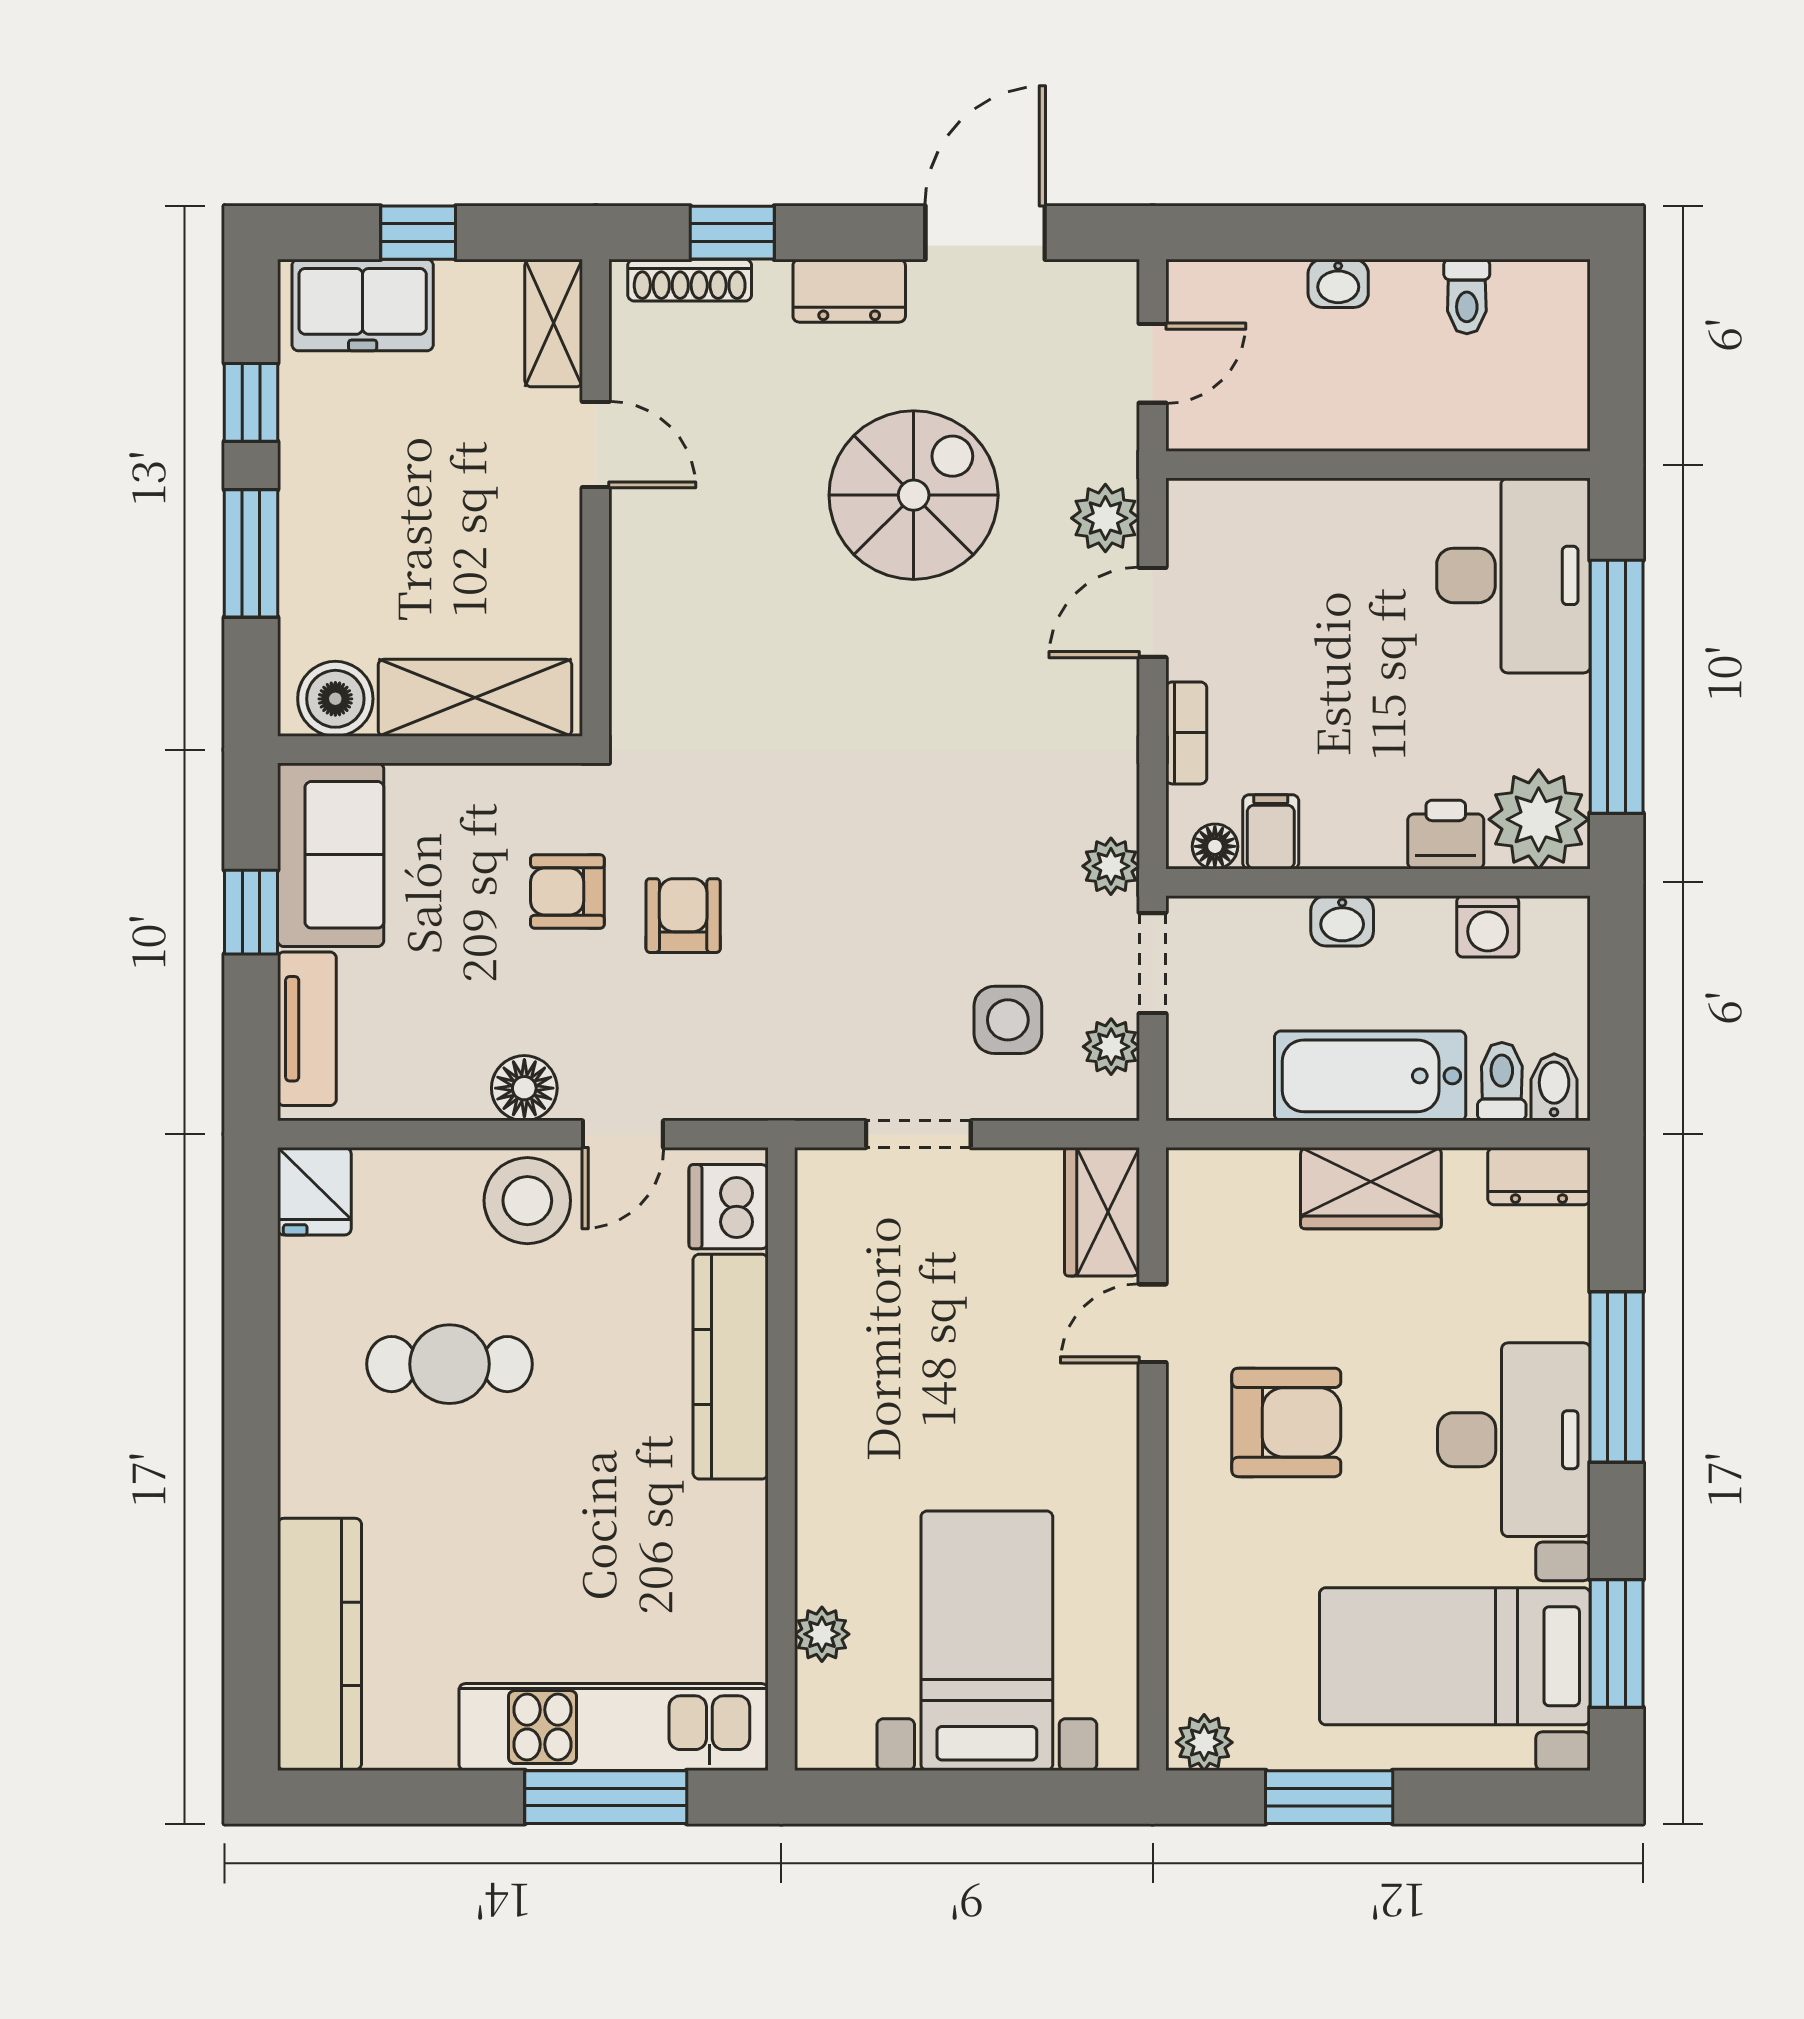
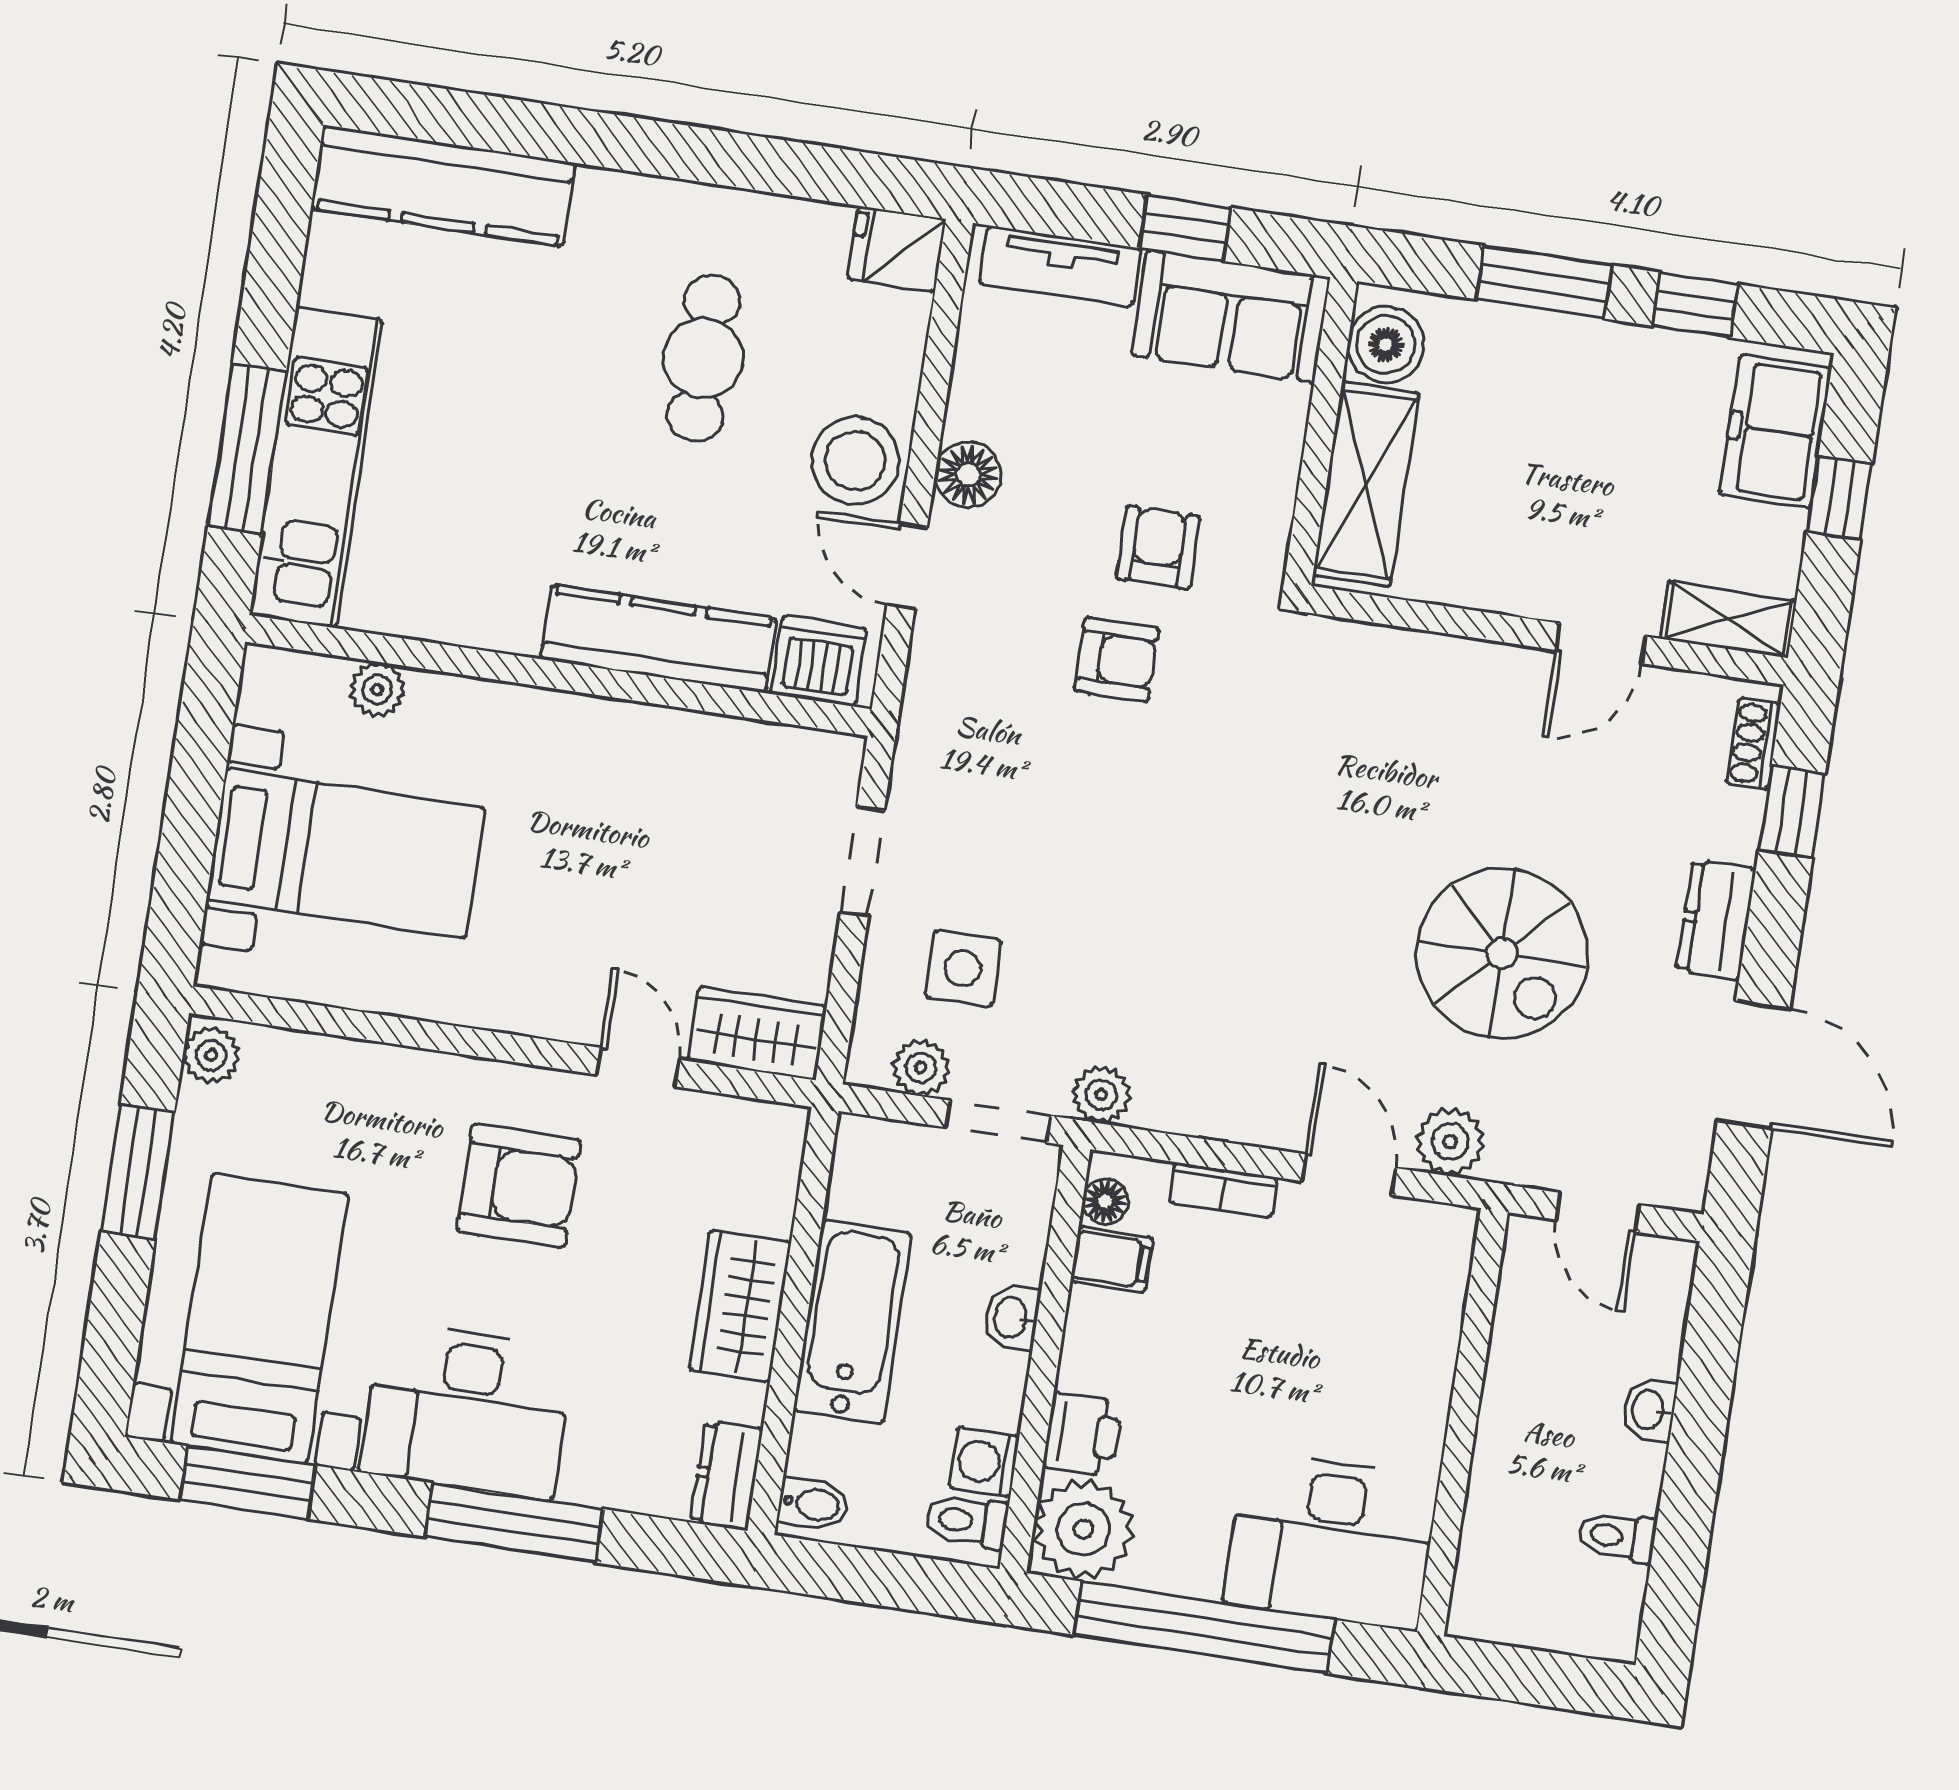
shoe rack: (690, 280) -> (1754, 744), width x0.70
toilet: (1502, 1082) -> (967, 1521), moved, turned 180
armchair: (1286, 1422) -> (519, 1186), turned -90

